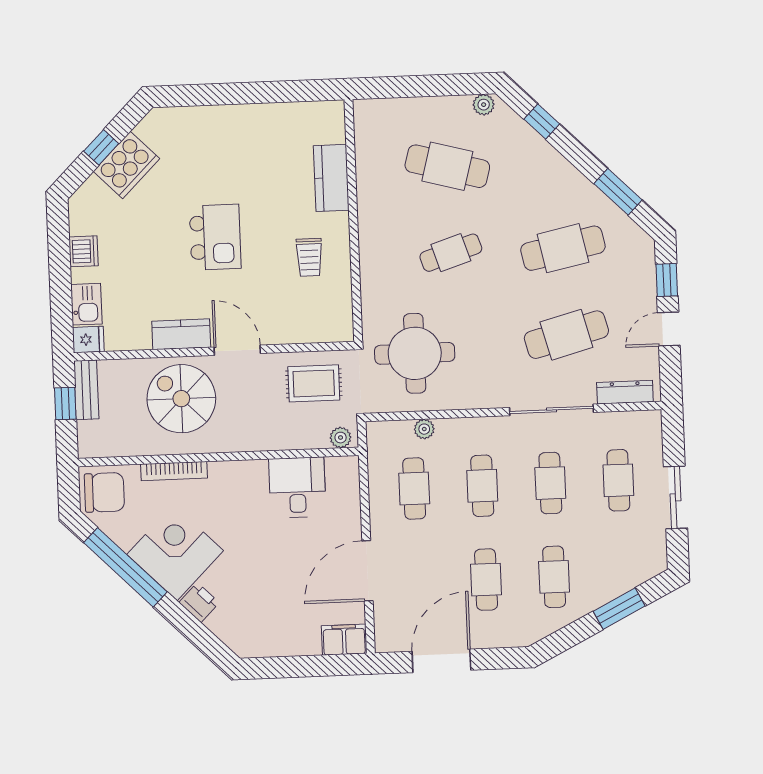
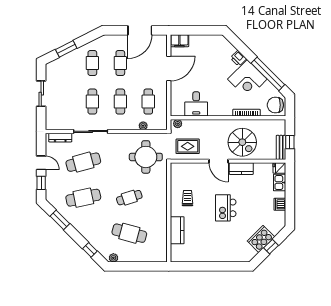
door: (669, 329) -> (41, 163), hinge flipped
cafe table: (618, 480) -> (64, 102), removed

